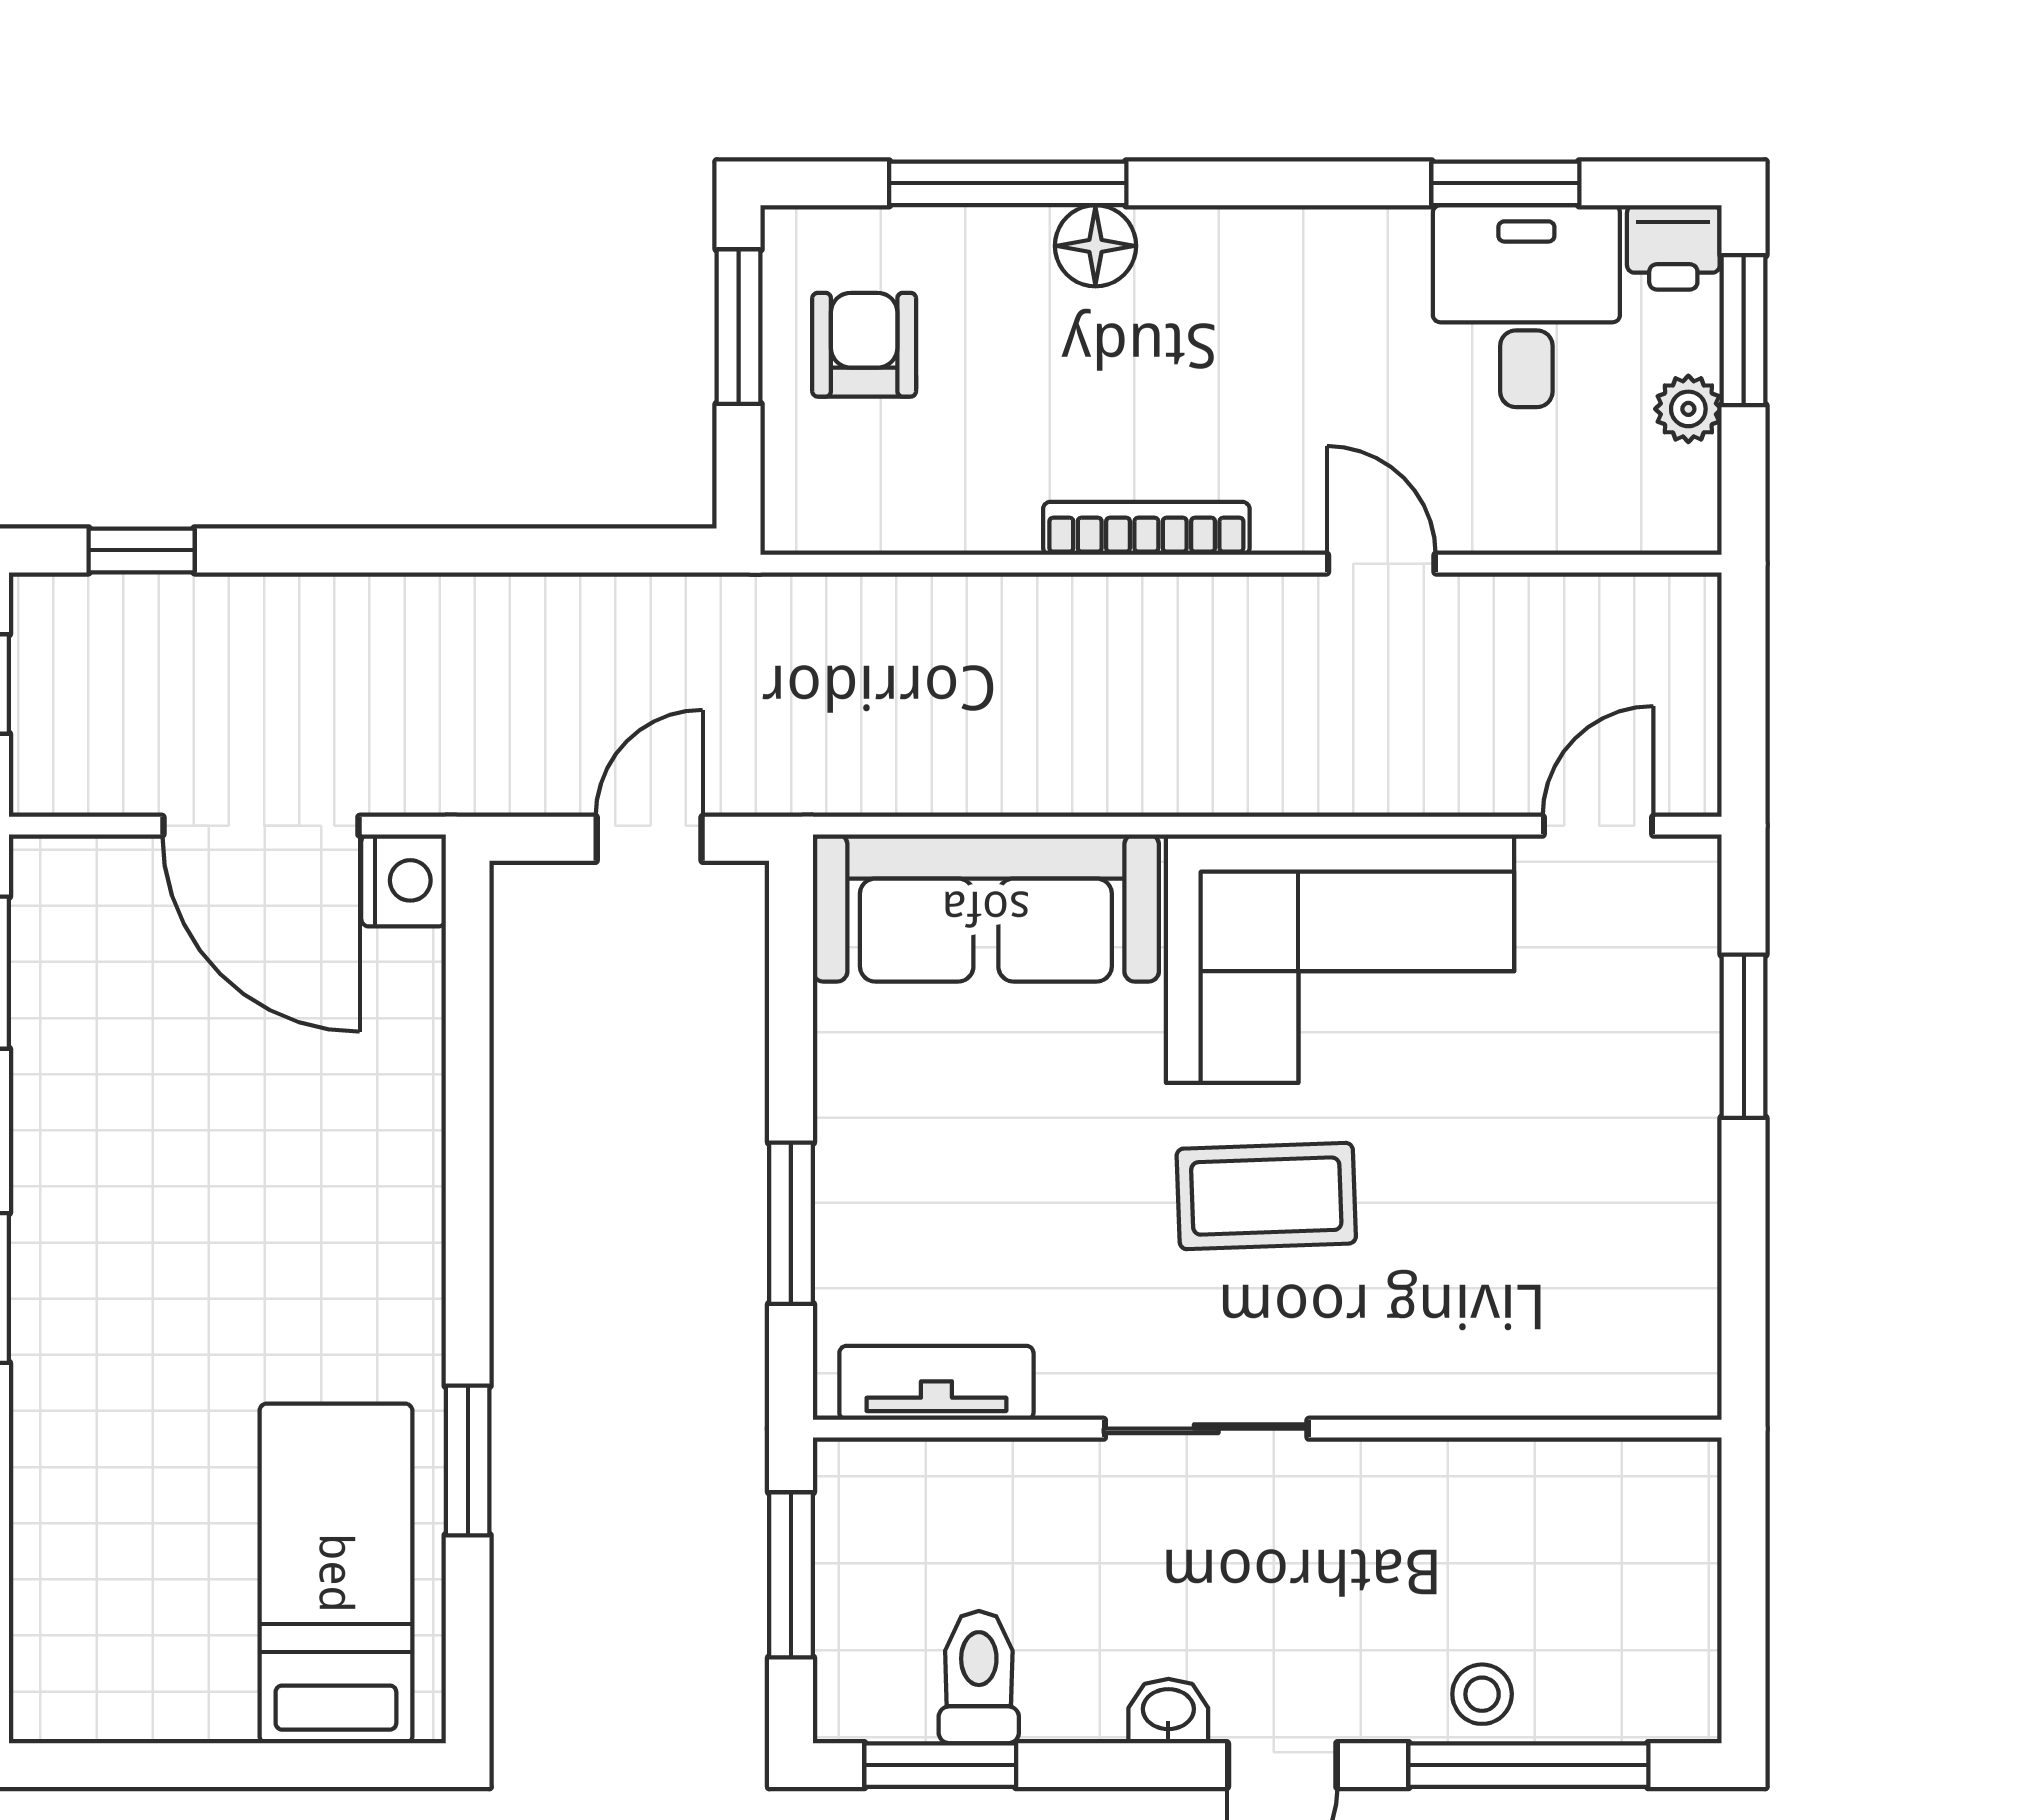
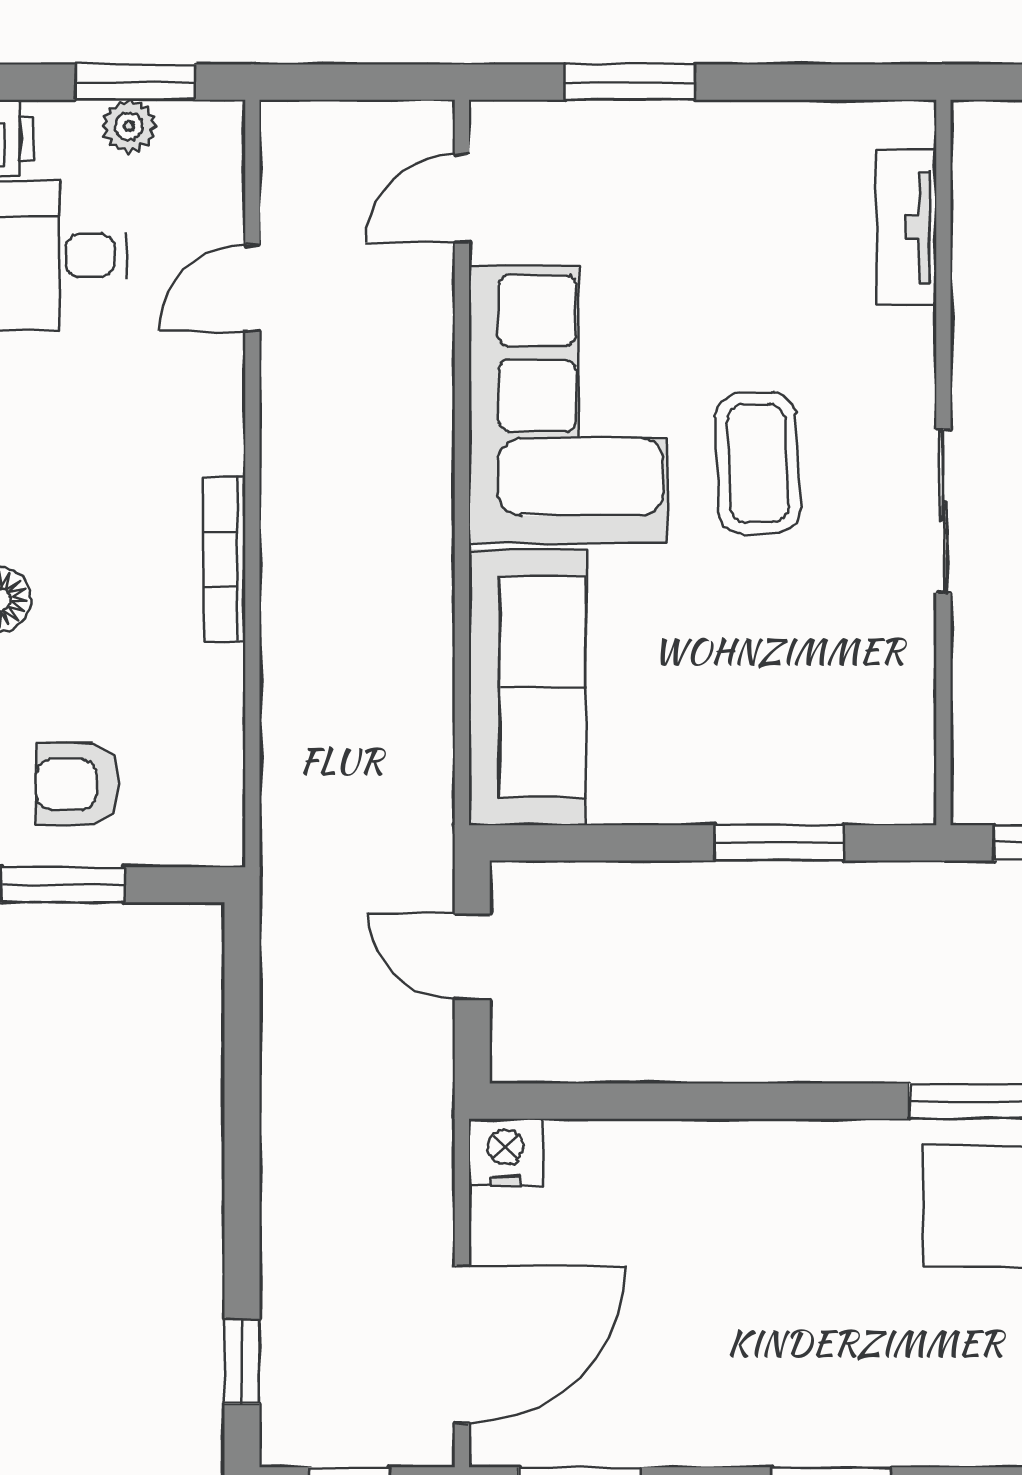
window: (1744, 330) -> (135, 82), moved
door: (1381, 564) -> (252, 288), moved
door: (261, 826) -> (462, 1345), moved
door: (1598, 826) -> (462, 198), hinge flipped
tv unit: (936, 1383) -> (907, 227), moved

